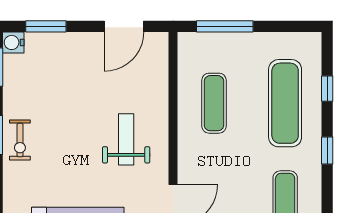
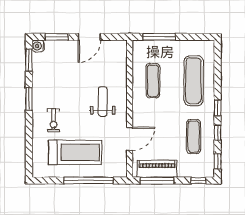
door: (124, 26) -> (89, 37), moved
window: (327, 89) -> (218, 133), moved
exercise bike: (20, 140) -> (54, 120), moved

